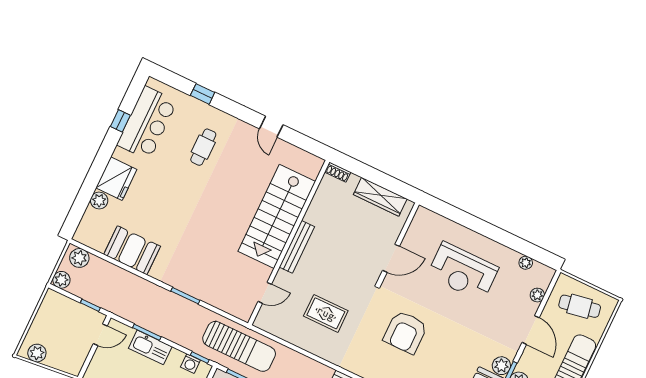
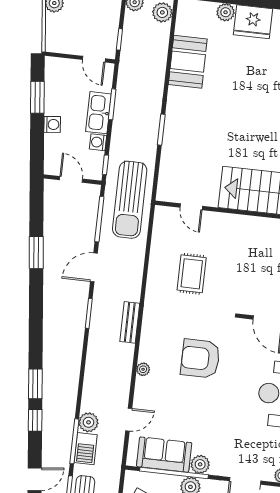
bench: (297, 247) -> (247, 223), removed
washing machine: (190, 364) -> (98, 142), moved

